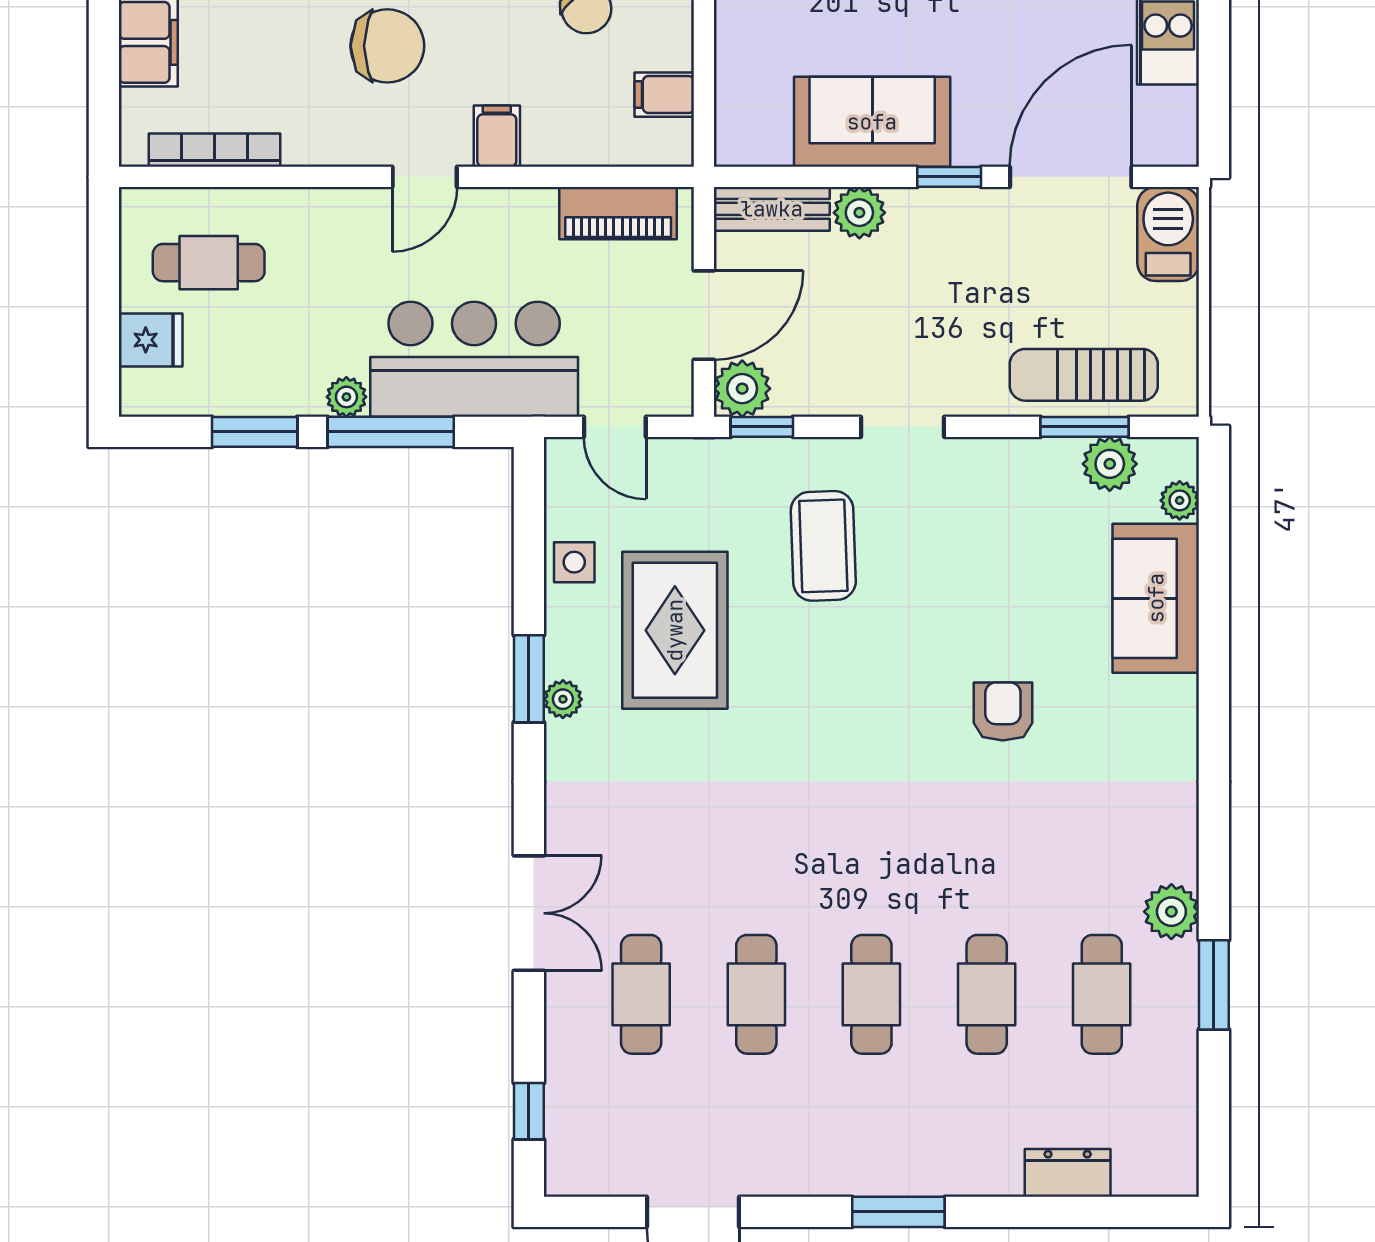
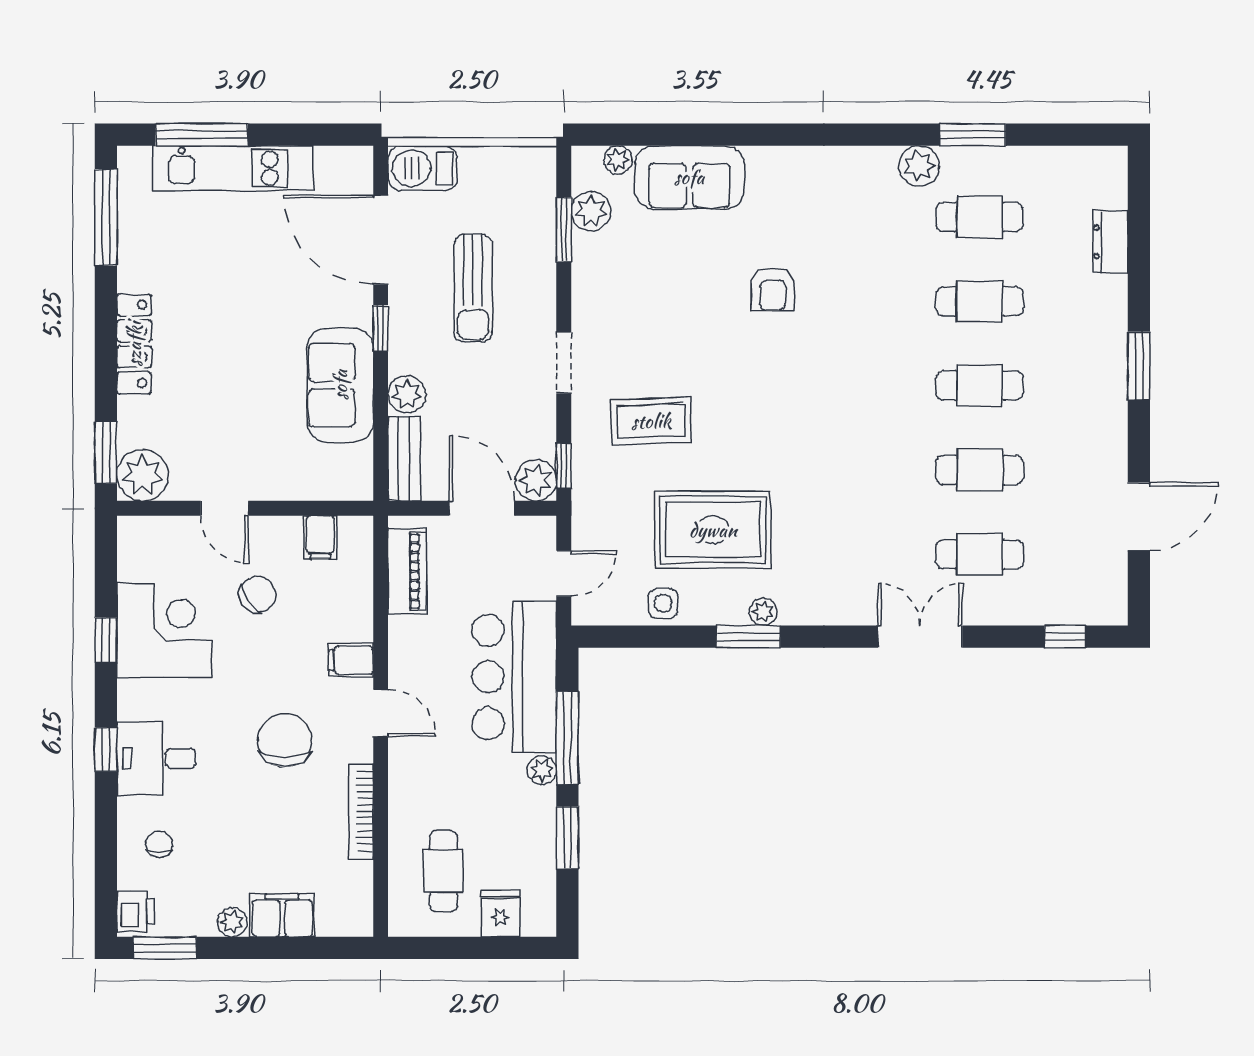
bookcase: (214, 150) -> (361, 811), moved
sun lounger: (1084, 375) -> (473, 288), moved
armchair: (1003, 712) -> (772, 289), turned -90

